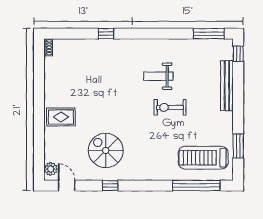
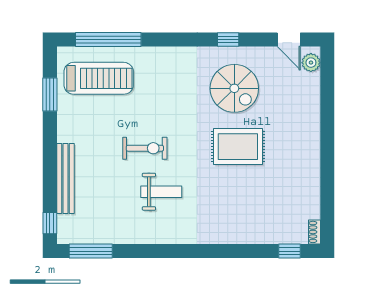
window: (106, 34) -> (289, 251), moved
rug: (61, 117) -> (238, 147), moved, width x1.36, depth x1.43

